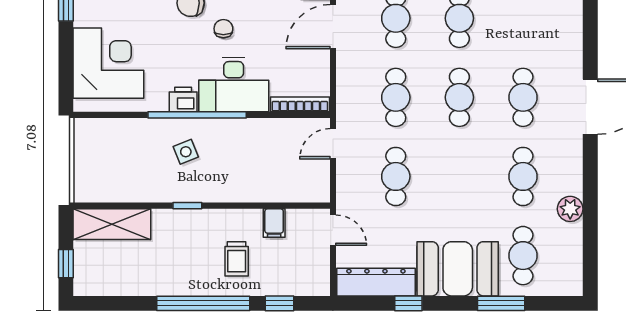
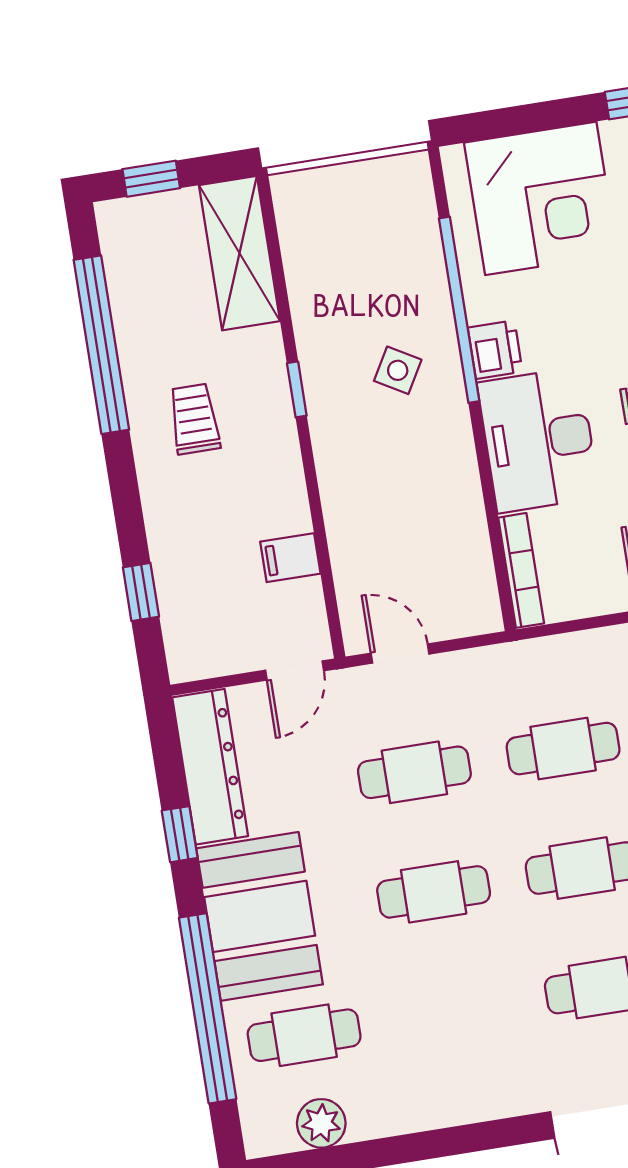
window: (197, 115) -> (459, 310), moved
door: (333, 144) -> (400, 654), moved
side table: (186, 152) -> (398, 370), turned -38
cafe table: (523, 176) -> (434, 892), moved
plant: (570, 209) -> (321, 1123), moved
trolley: (237, 259) -> (194, 419), moved, turned 90
window: (203, 303) -> (101, 345), moved
window: (501, 303) -> (208, 1008), width x2.11

